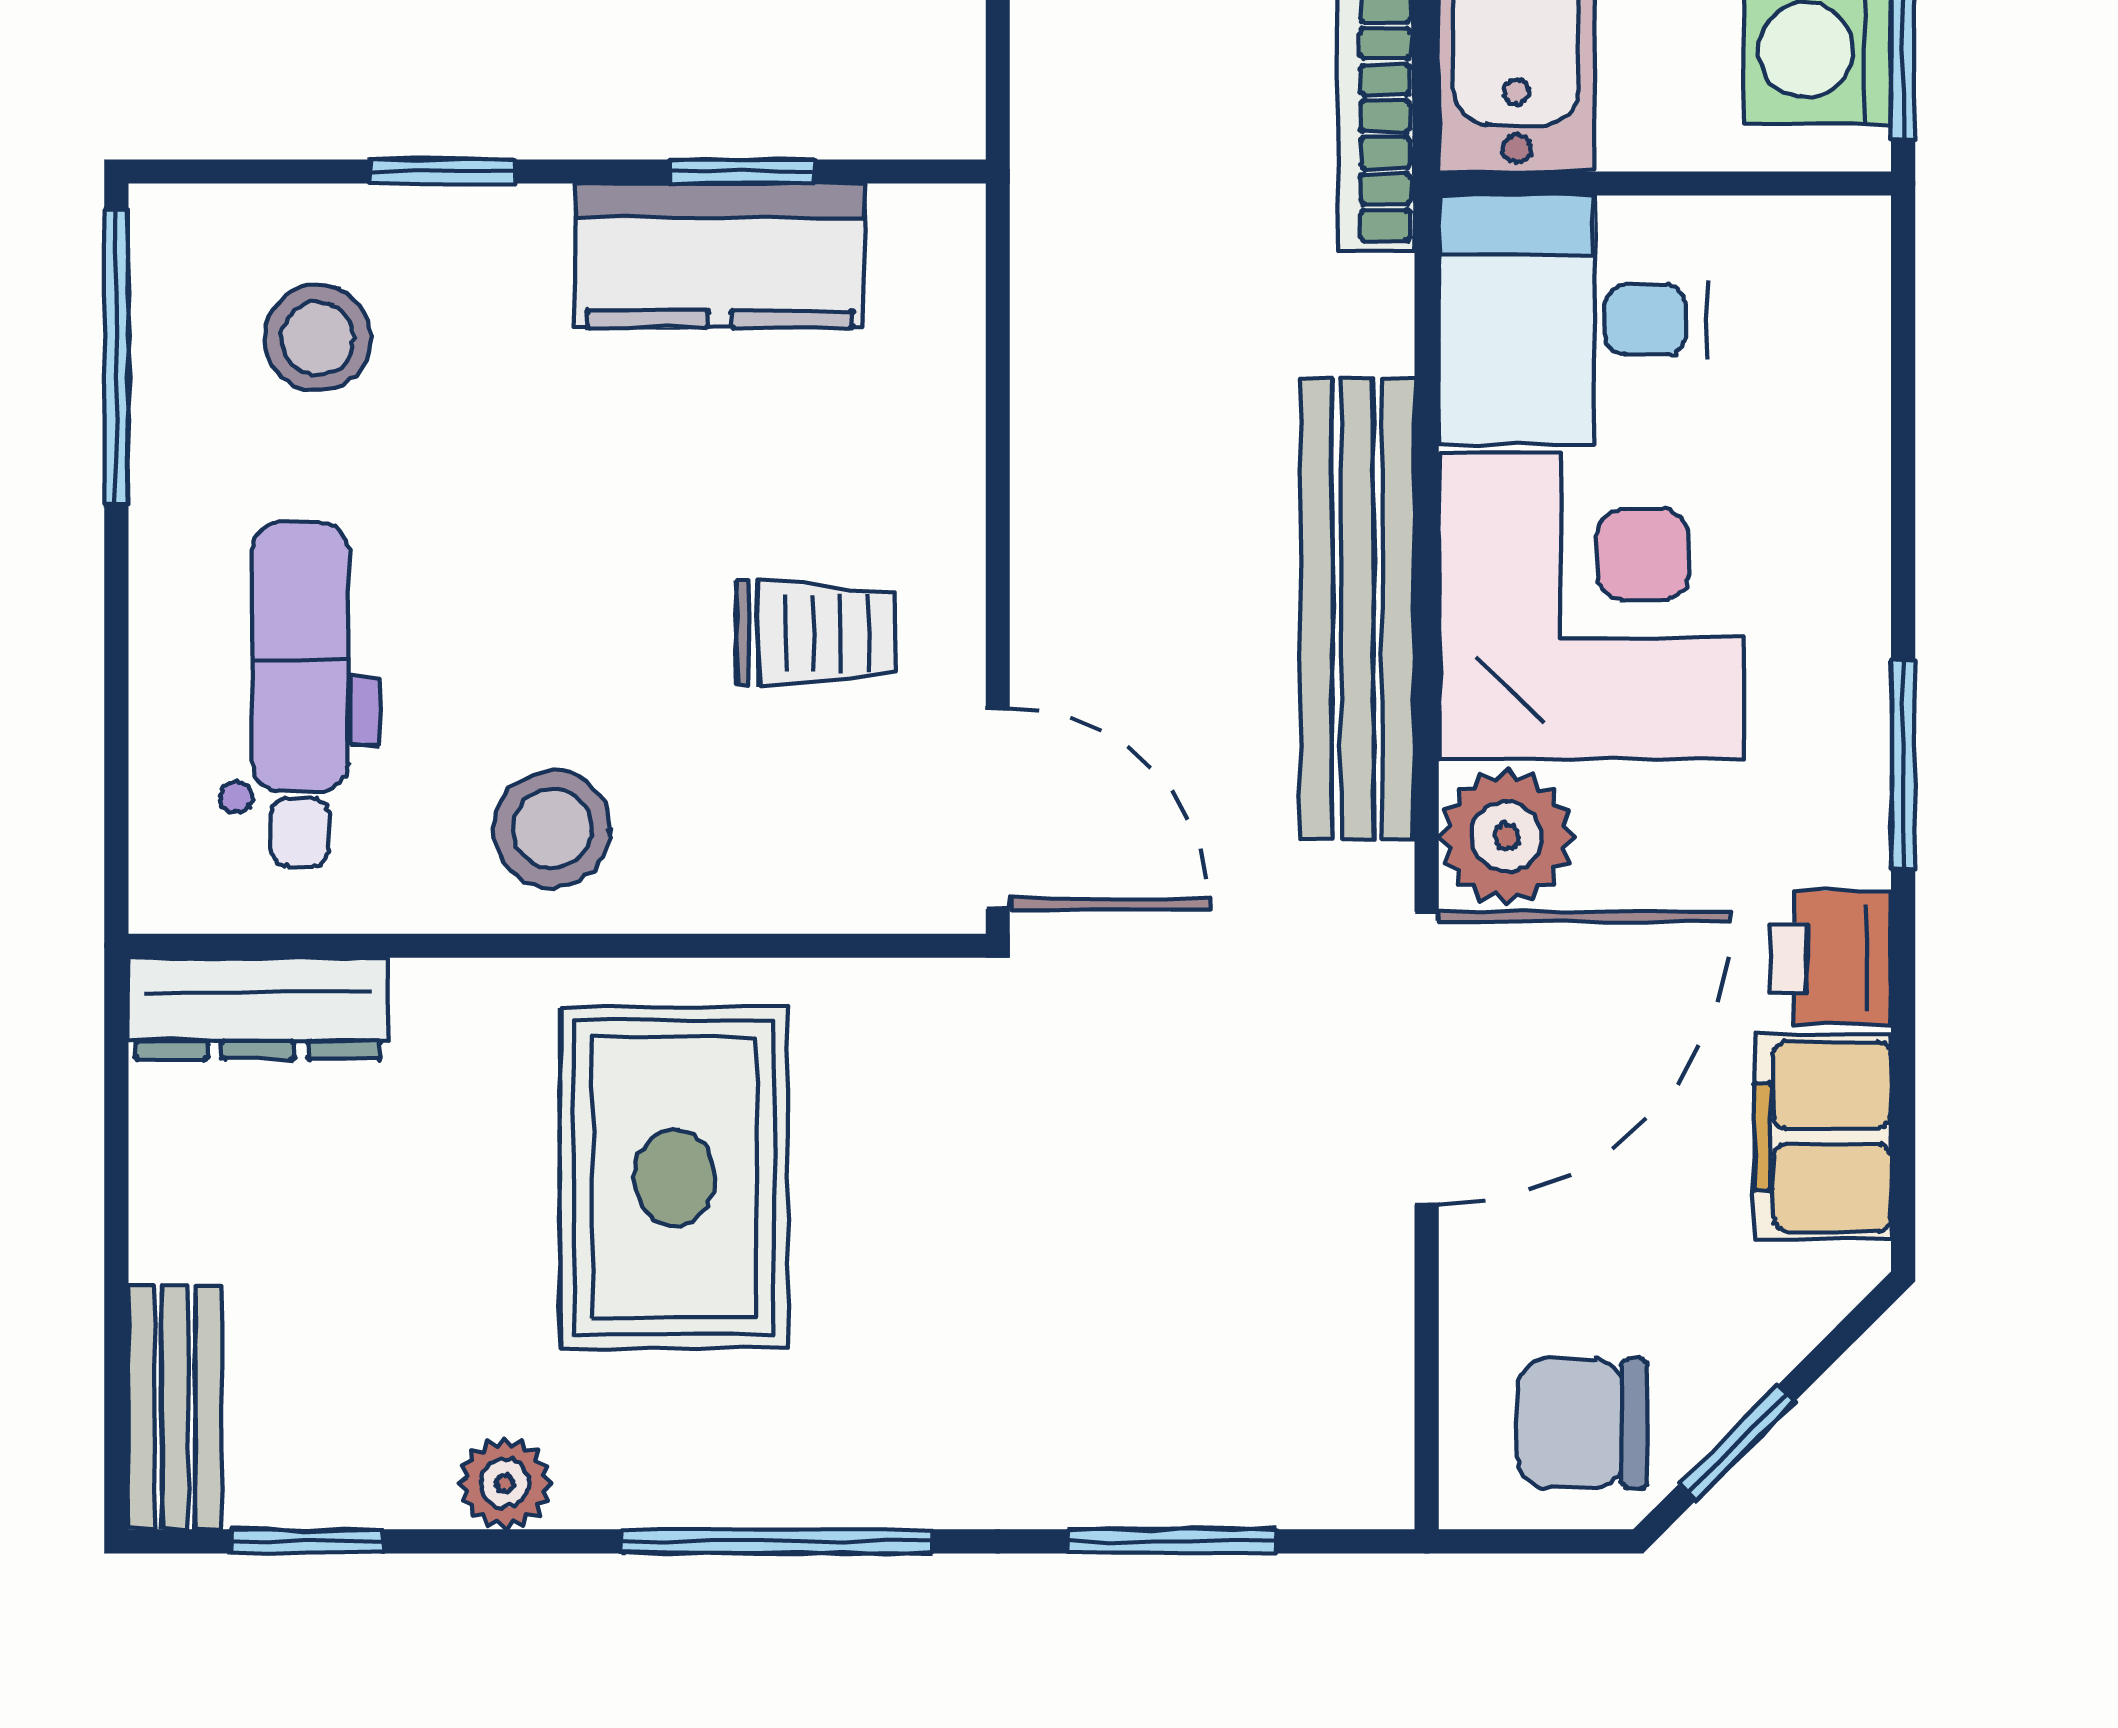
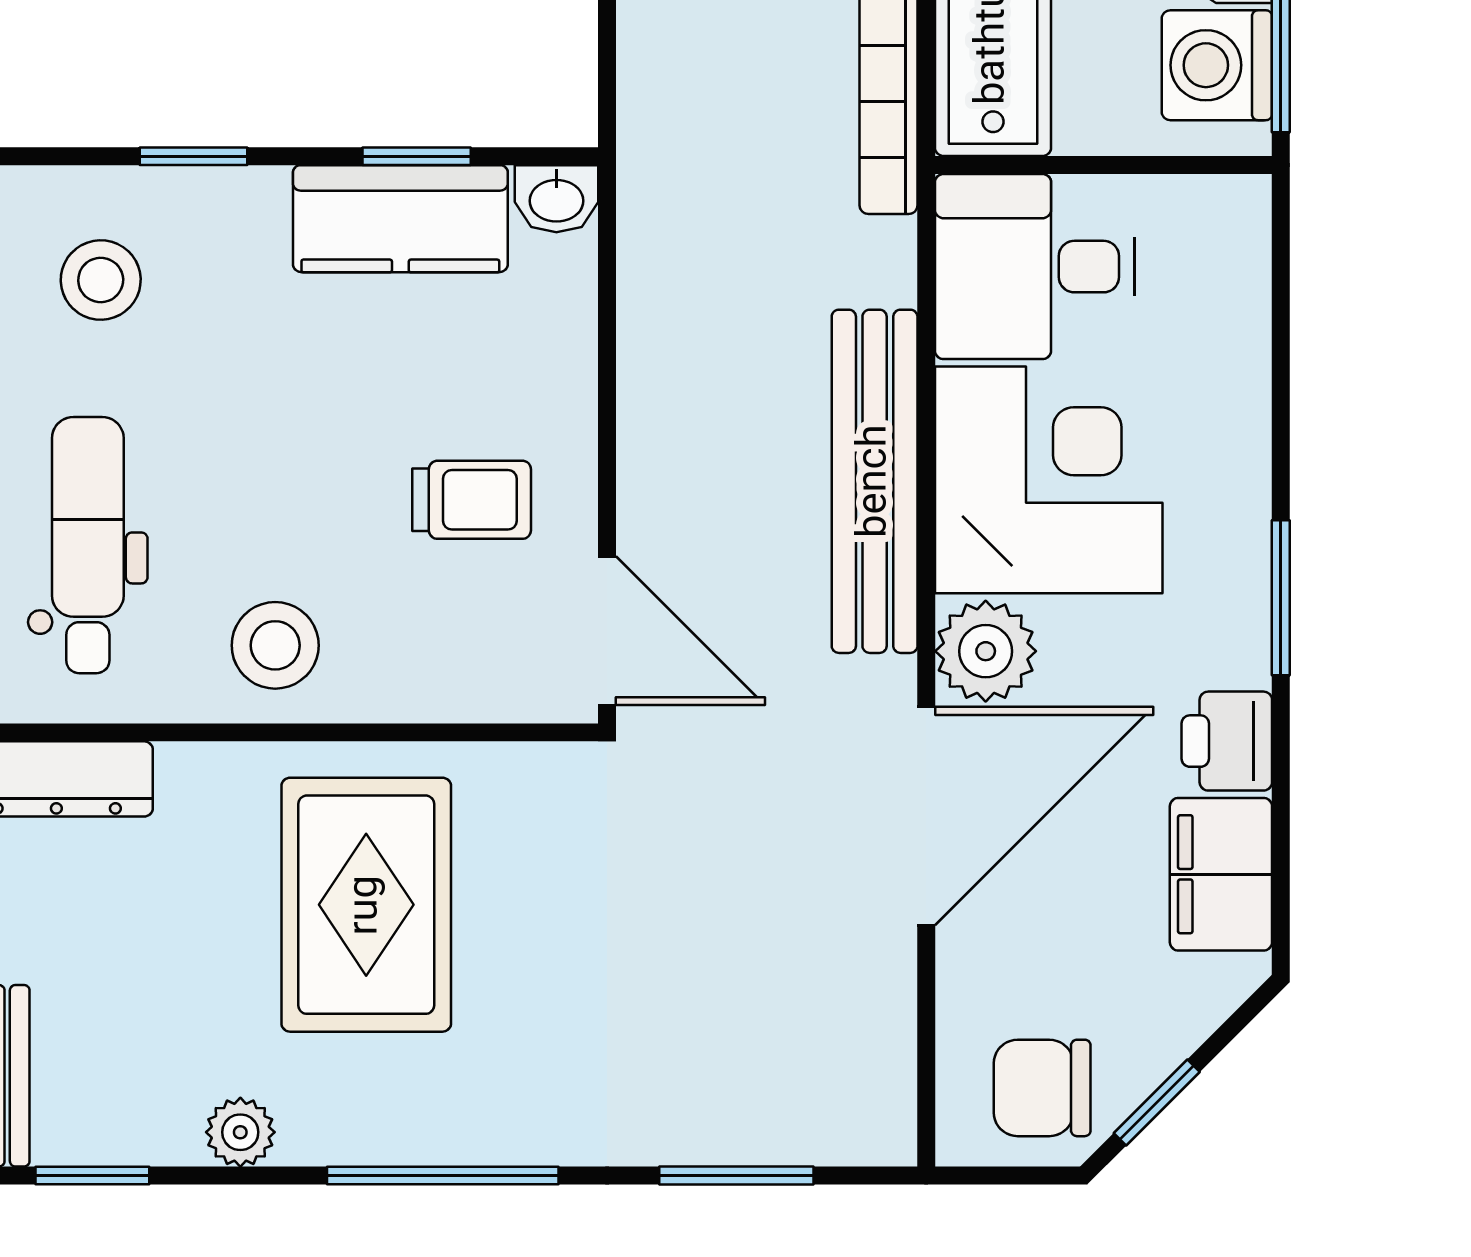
washbasin: (930, 229) -> (556, 199), added

